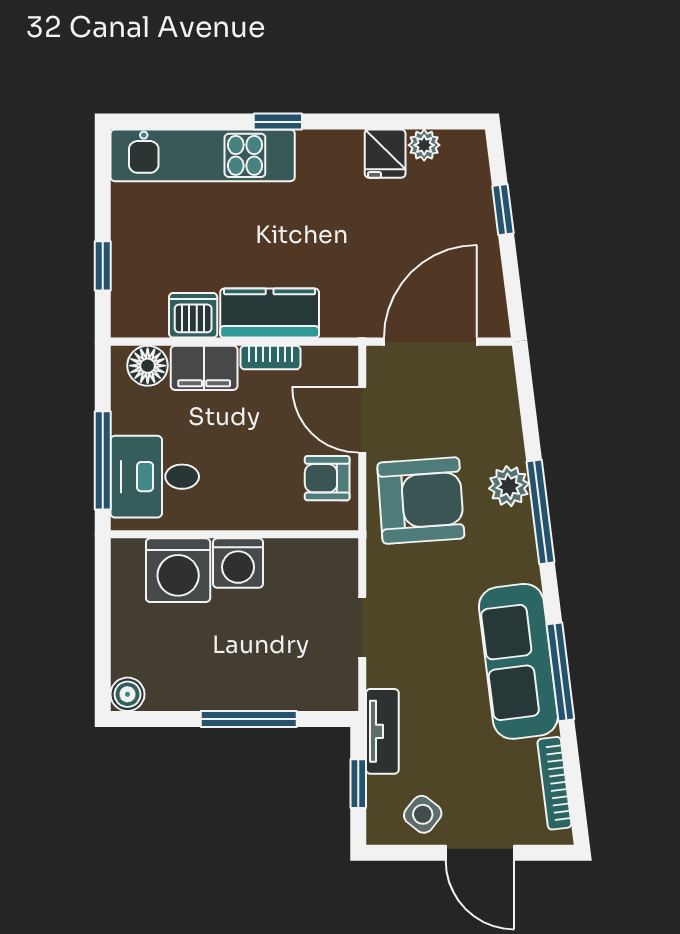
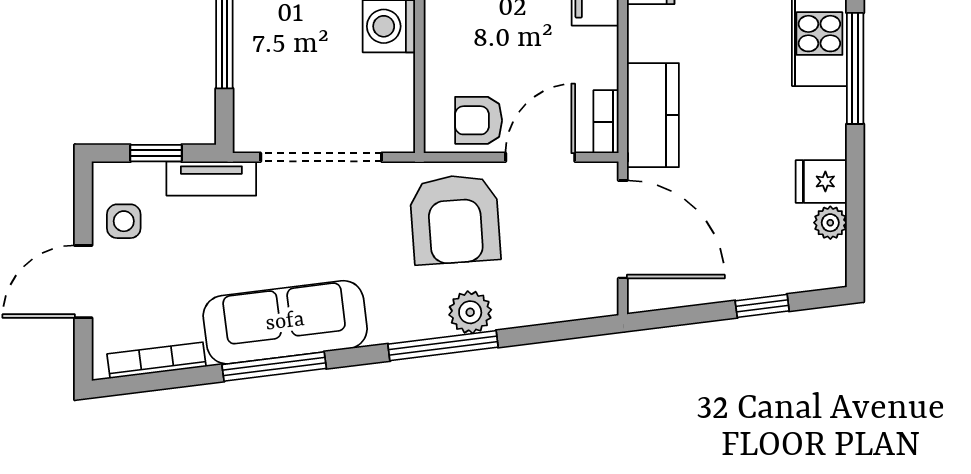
window: (278, 122) -> (855, 68), width x2.17
kitchen counter: (270, 313) -> (653, 115), moved
bookcase: (270, 358) -> (606, 122), moved
armchair: (327, 478) -> (479, 120), turned -90
doorway: (362, 627) -> (321, 157), width x1.87
side table: (423, 814) -> (124, 221), turned -38

